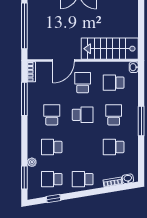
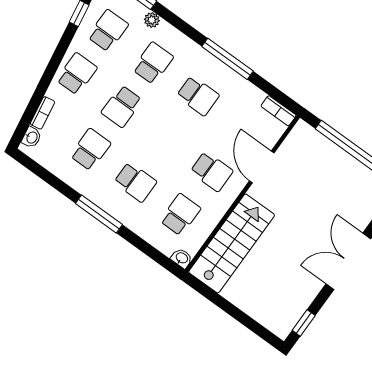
window: (24, 99) -> (228, 59), moved
school desk: (83, 115) -> (122, 106), moved

